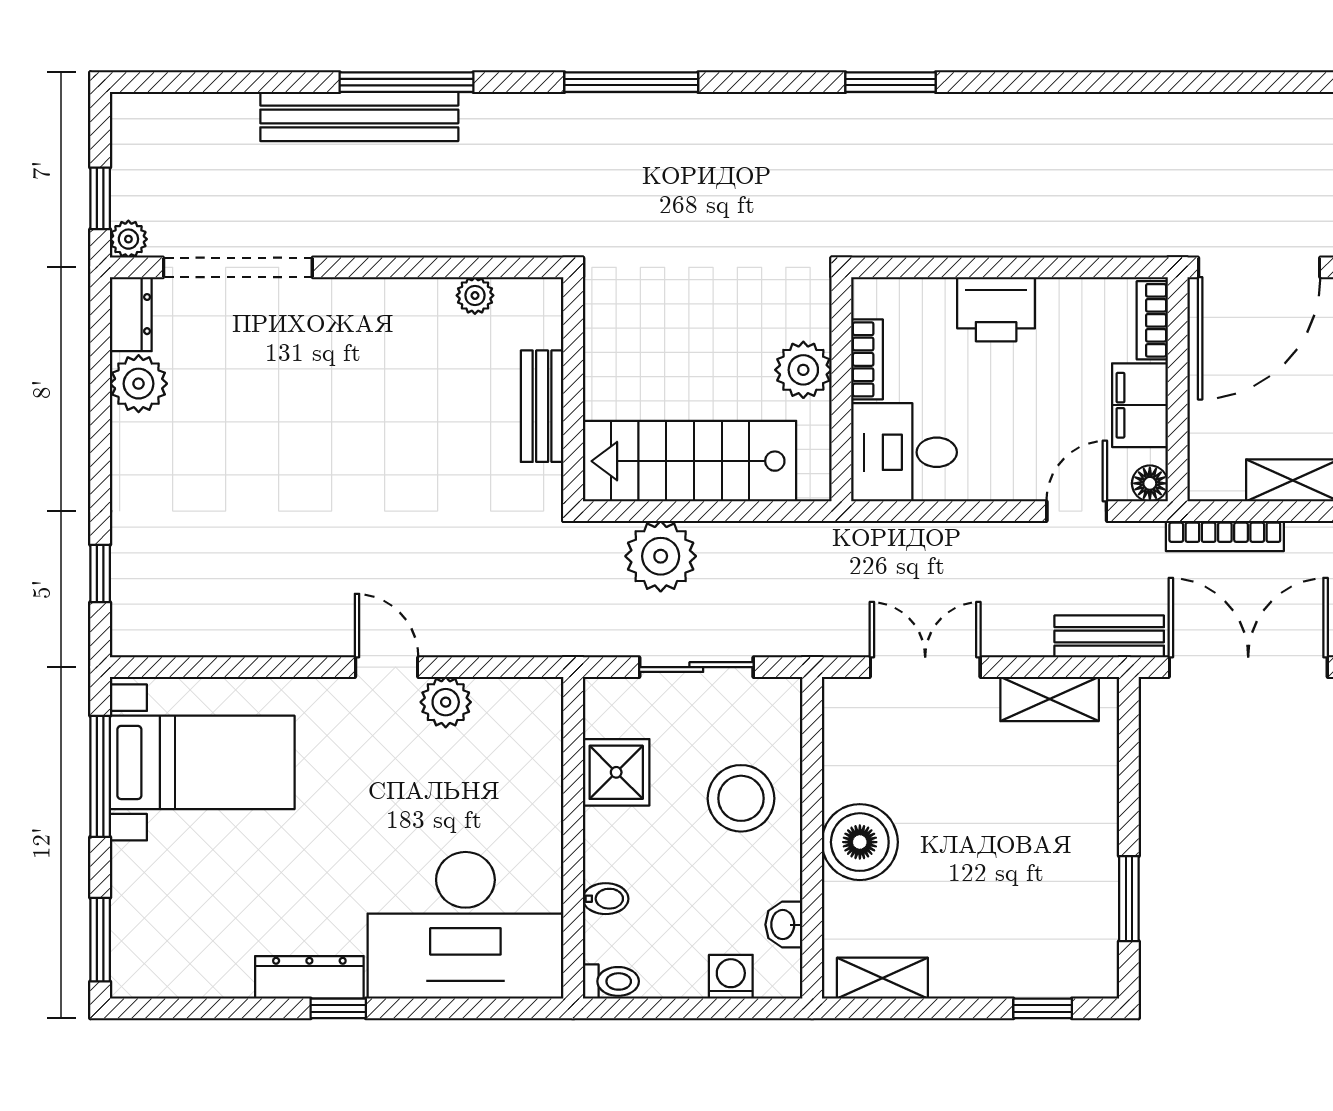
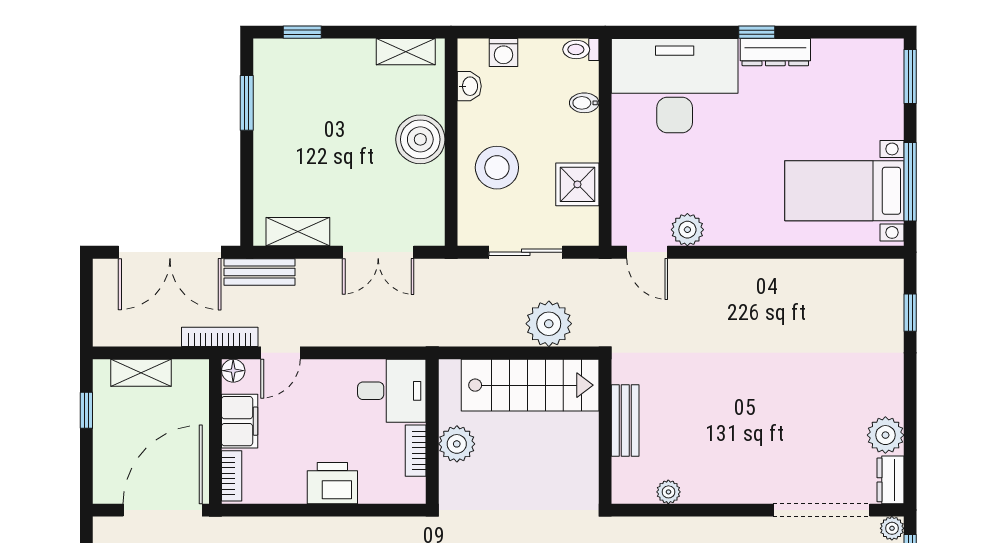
bookcase: (1225, 536) -> (220, 337), moved
door: (387, 667) -> (647, 252), moved

